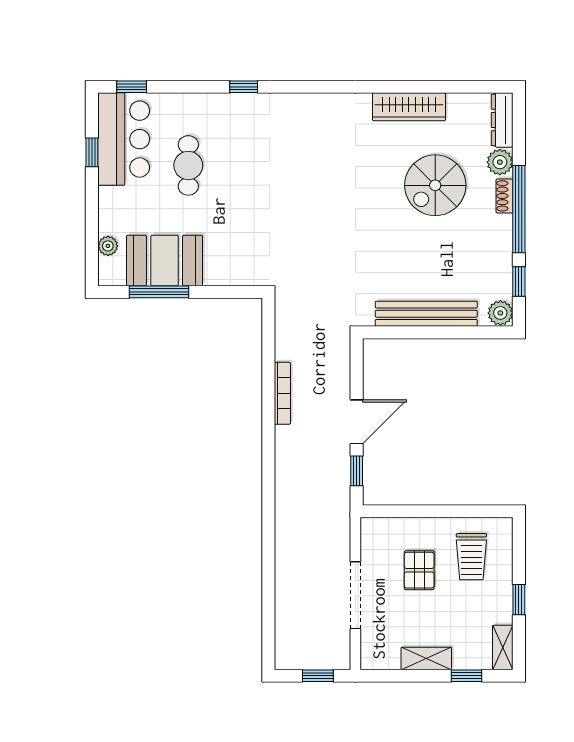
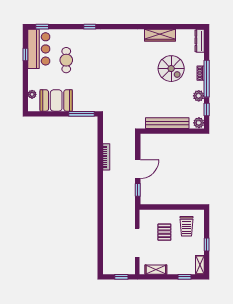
plant: (500, 162) -> (199, 96), moved
spiral stairs: (435, 185) -> (171, 69), turned -90
window: (159, 292) -> (82, 114), moved
shelving: (426, 659) -> (156, 270), moved

